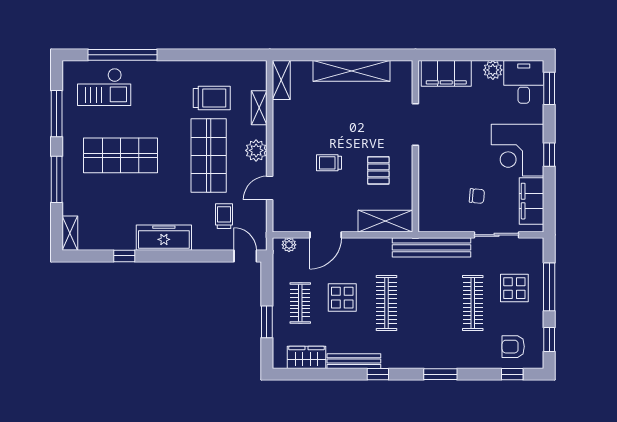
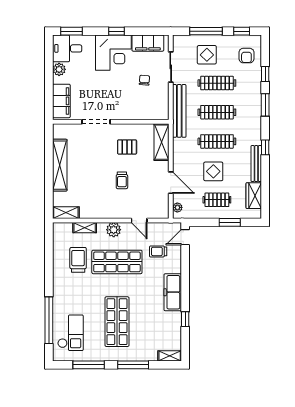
clothes rail: (430, 303) -> (217, 112), added
window: (512, 374) -> (265, 74), moved

